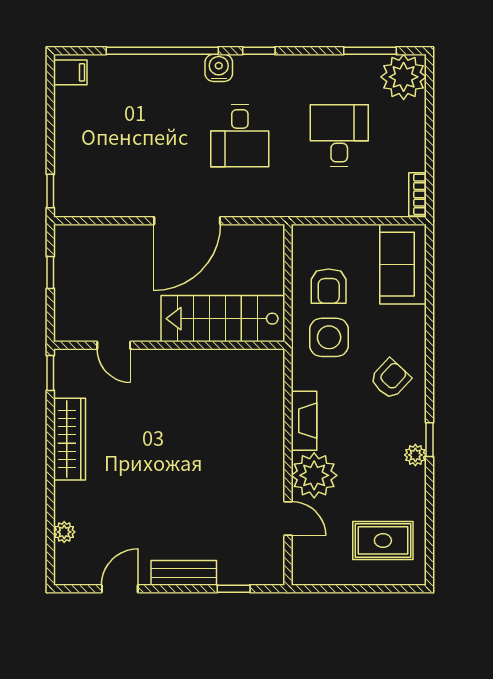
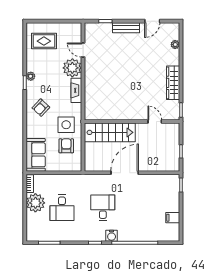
filing cabinet: (70, 72) -> (173, 218), moved
plant: (404, 77) -> (35, 203), moved

